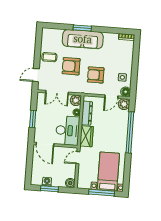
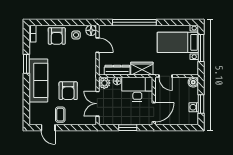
window: (82, 28) -> (26, 64), moved
door: (36, 75) -> (48, 128), moved
armchair: (96, 75) -> (57, 36), moved
double door: (57, 92) -> (97, 104), swing flipped
plant: (124, 104) -> (105, 31), removed

